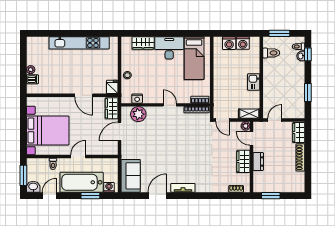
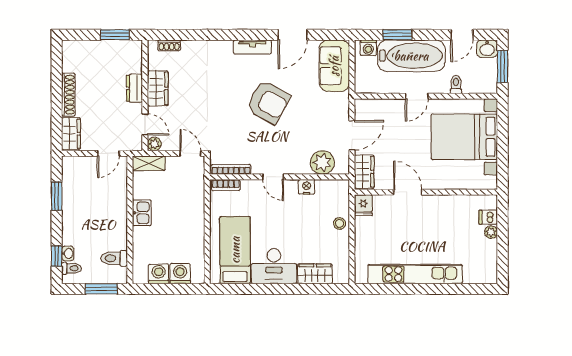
nightstand: (137, 99) -> (307, 187), moved
armchair: (173, 153) -> (268, 102), added

